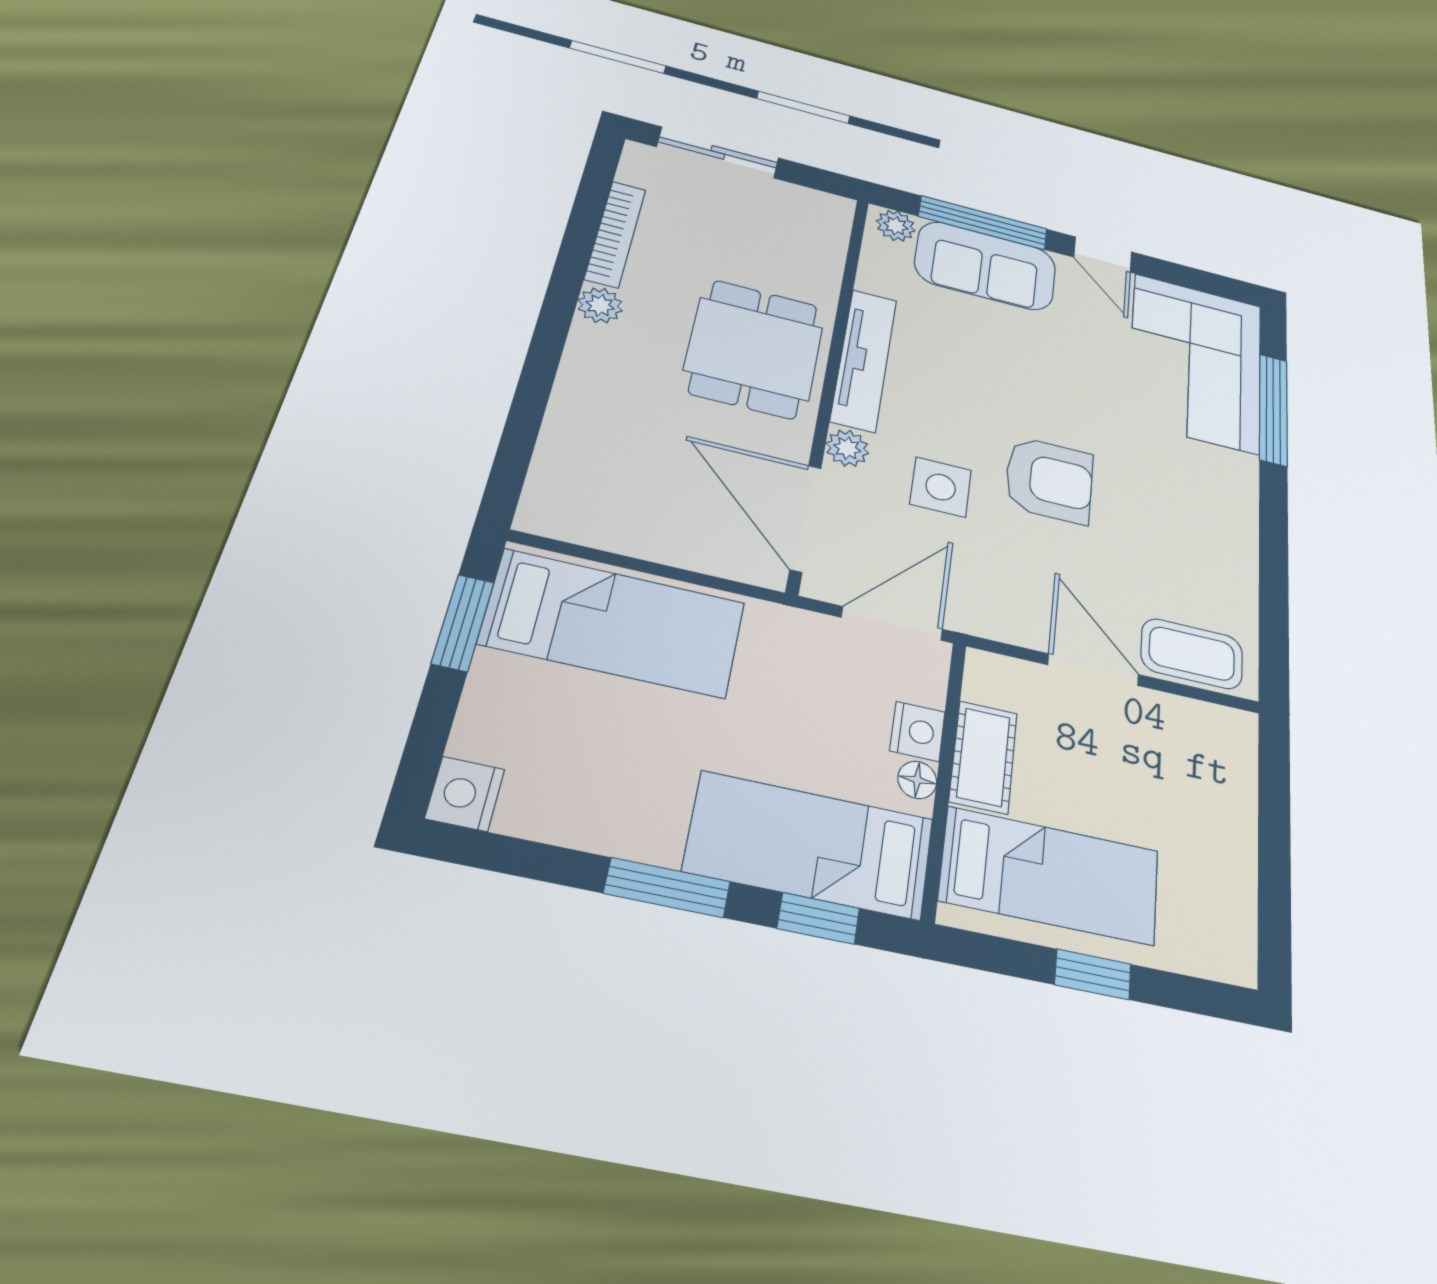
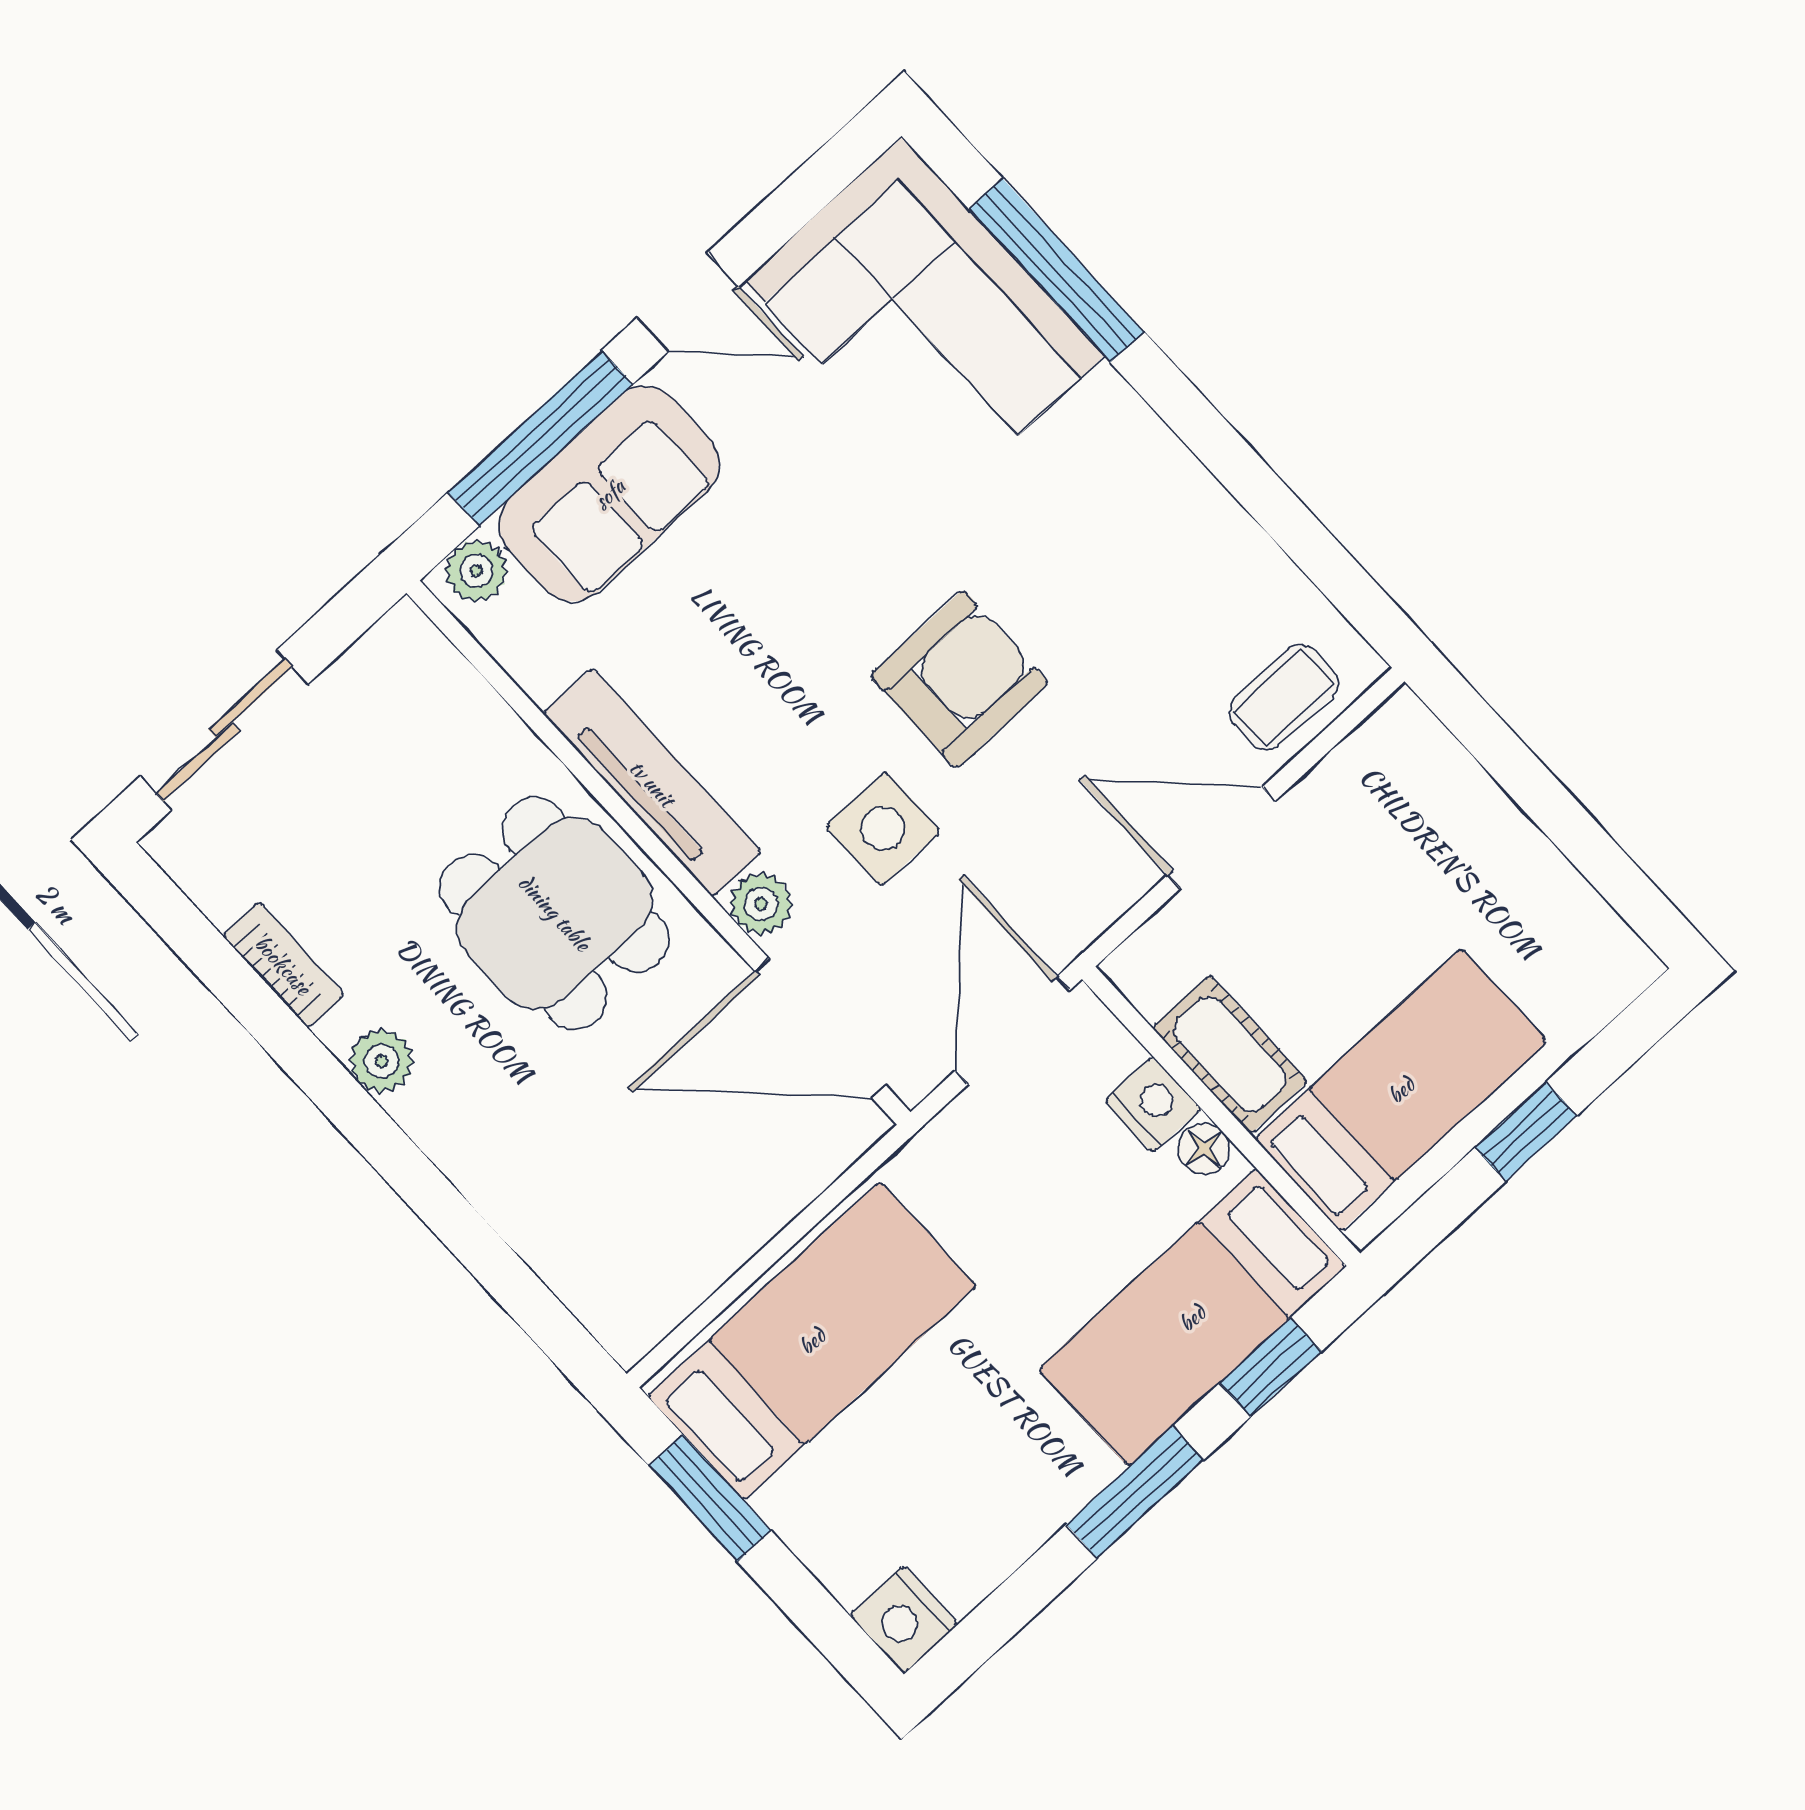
bookcase: (615, 234) -> (283, 965), width x0.64
coffee table: (1192, 654) -> (1284, 697), width x0.73, depth x0.77

